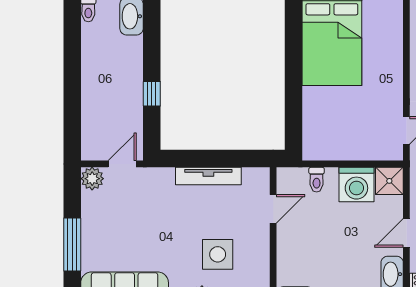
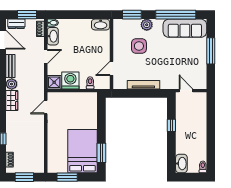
window: (294, 38) -> (101, 153), added
door: (122, 164) -> (186, 91), swing flipped
plant: (92, 179) -> (201, 83), removed

